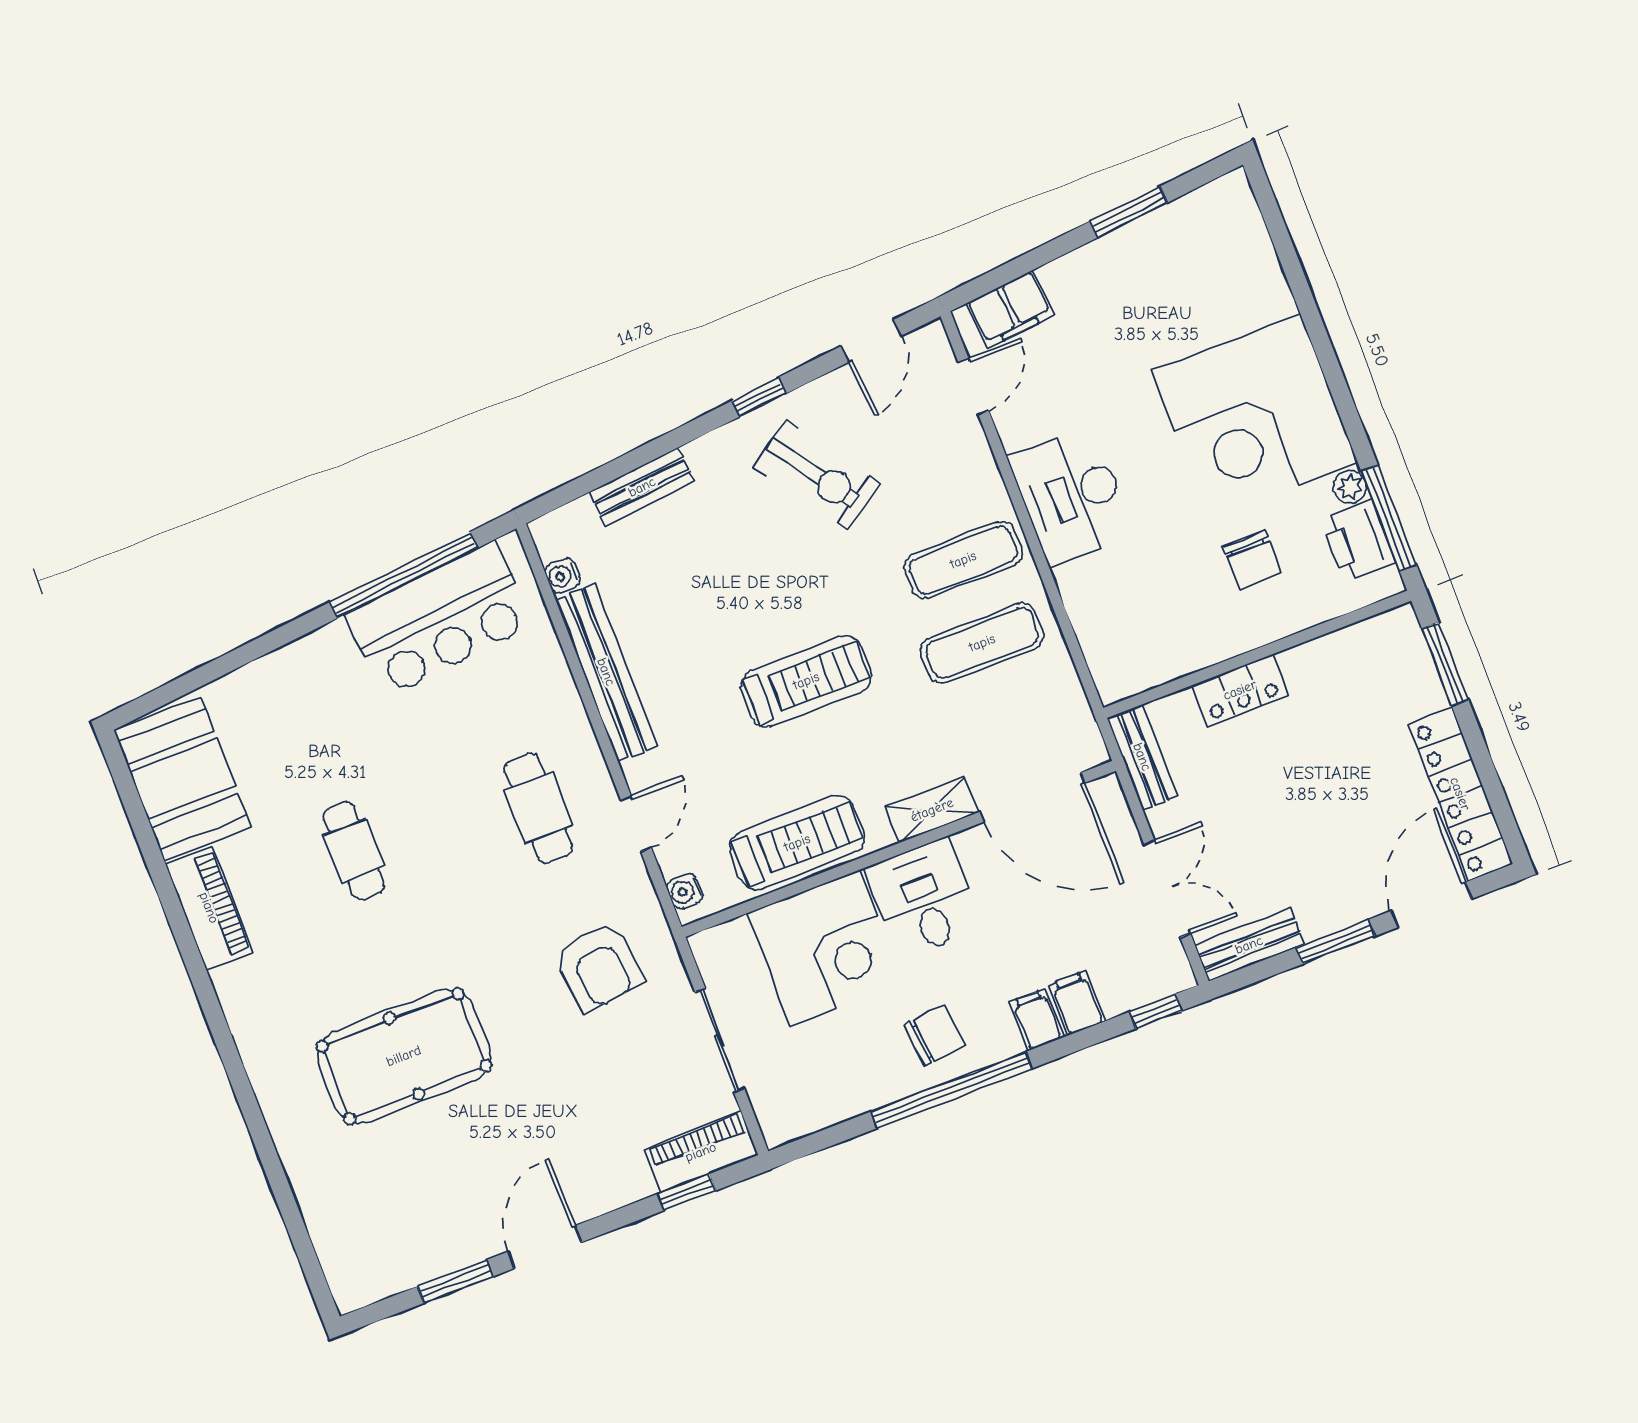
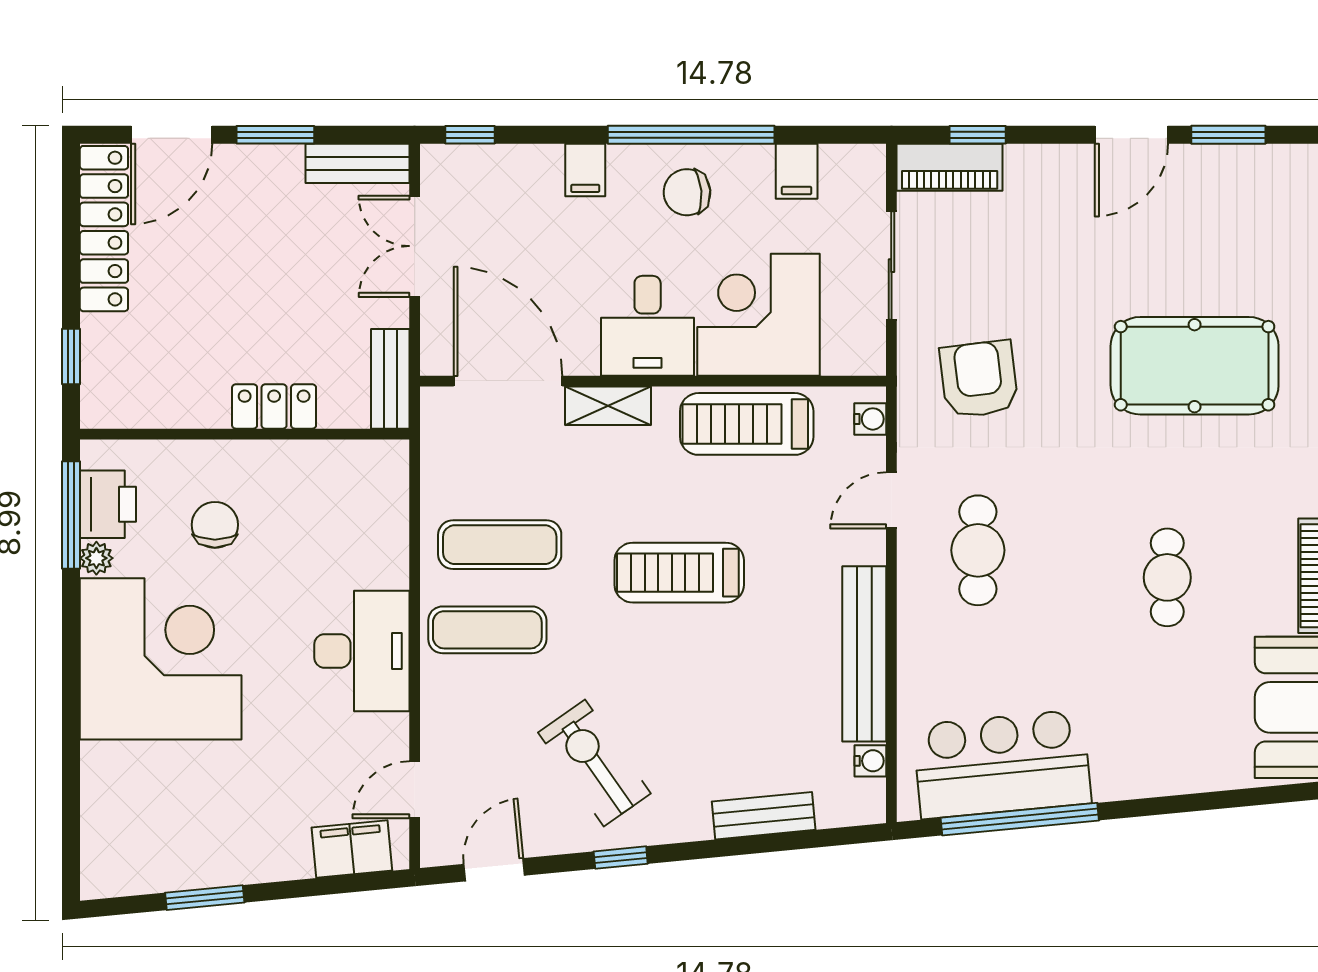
window: (1445, 664) -> (71, 356), width x0.67
filing cabinet: (1077, 1003) -> (797, 171), moved

